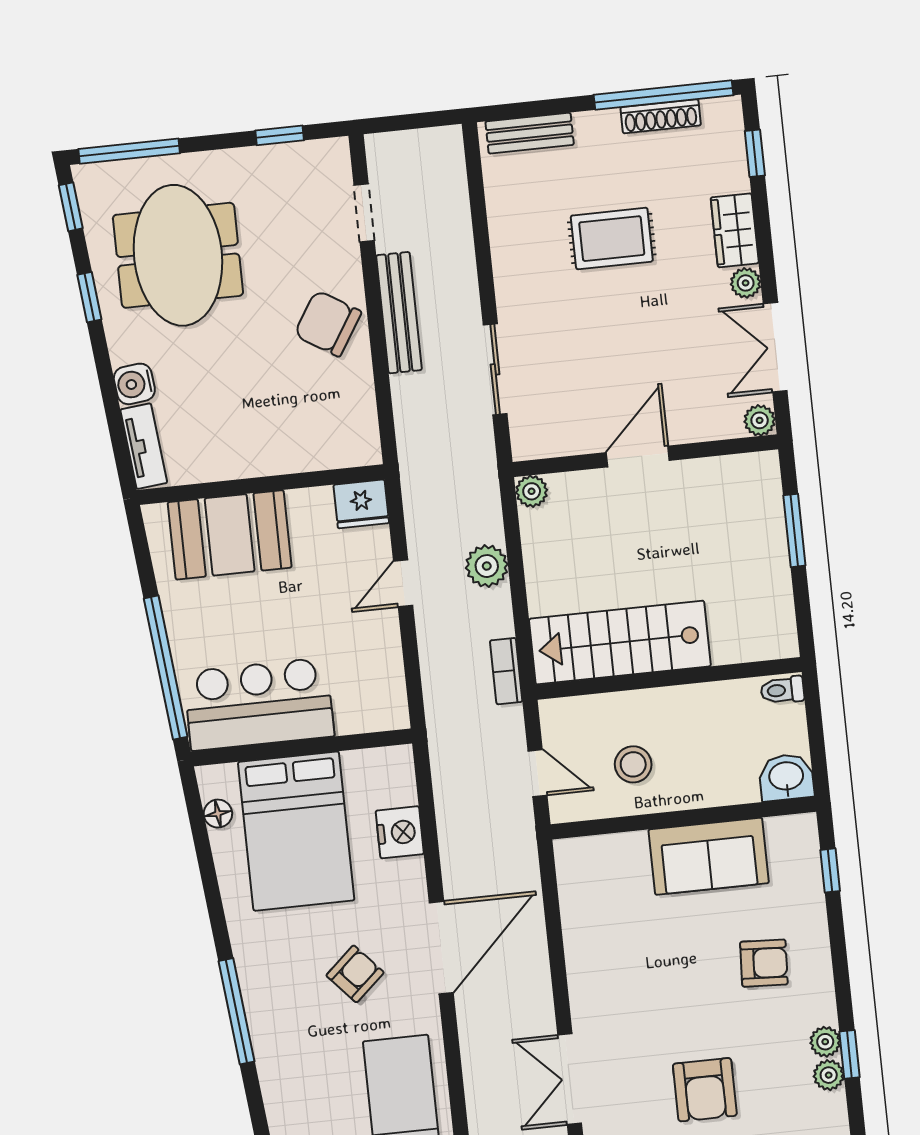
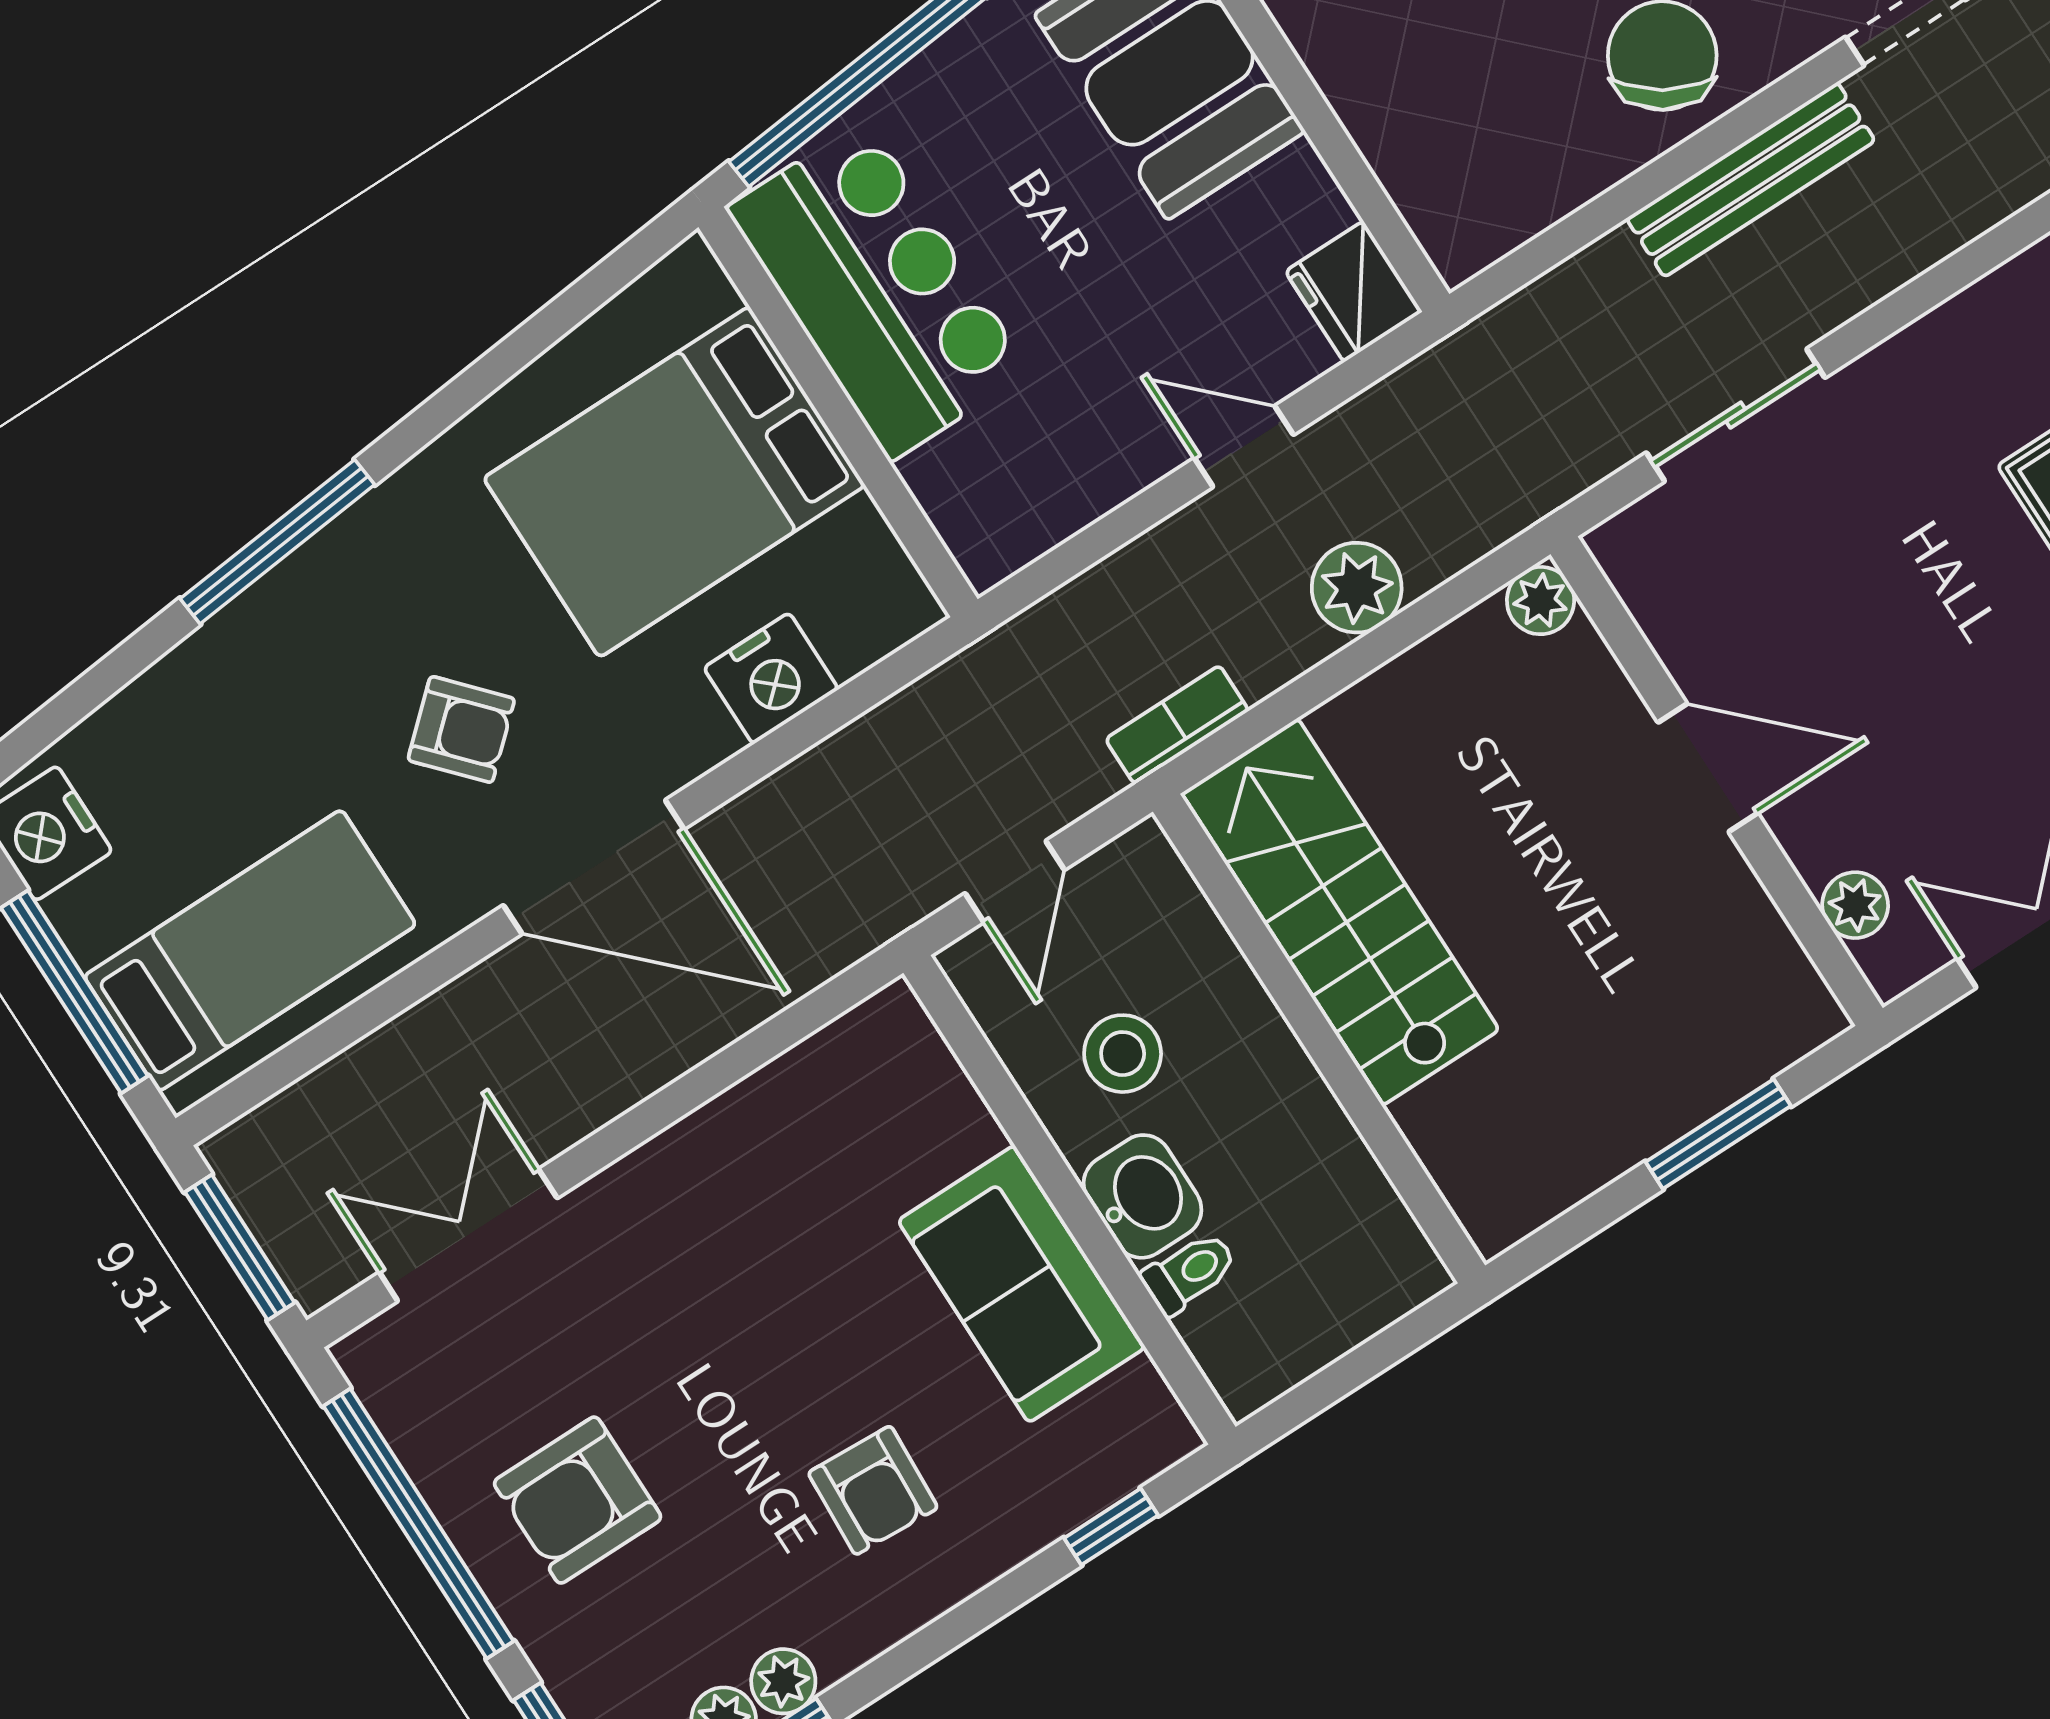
plant: (760, 420) -> (1855, 905), moved
toilet: (782, 690) -> (1189, 1273), moved, turned 90
washbasin: (786, 777) -> (1142, 1196), moved
floor lamp: (218, 814) -> (633, 317), removed

